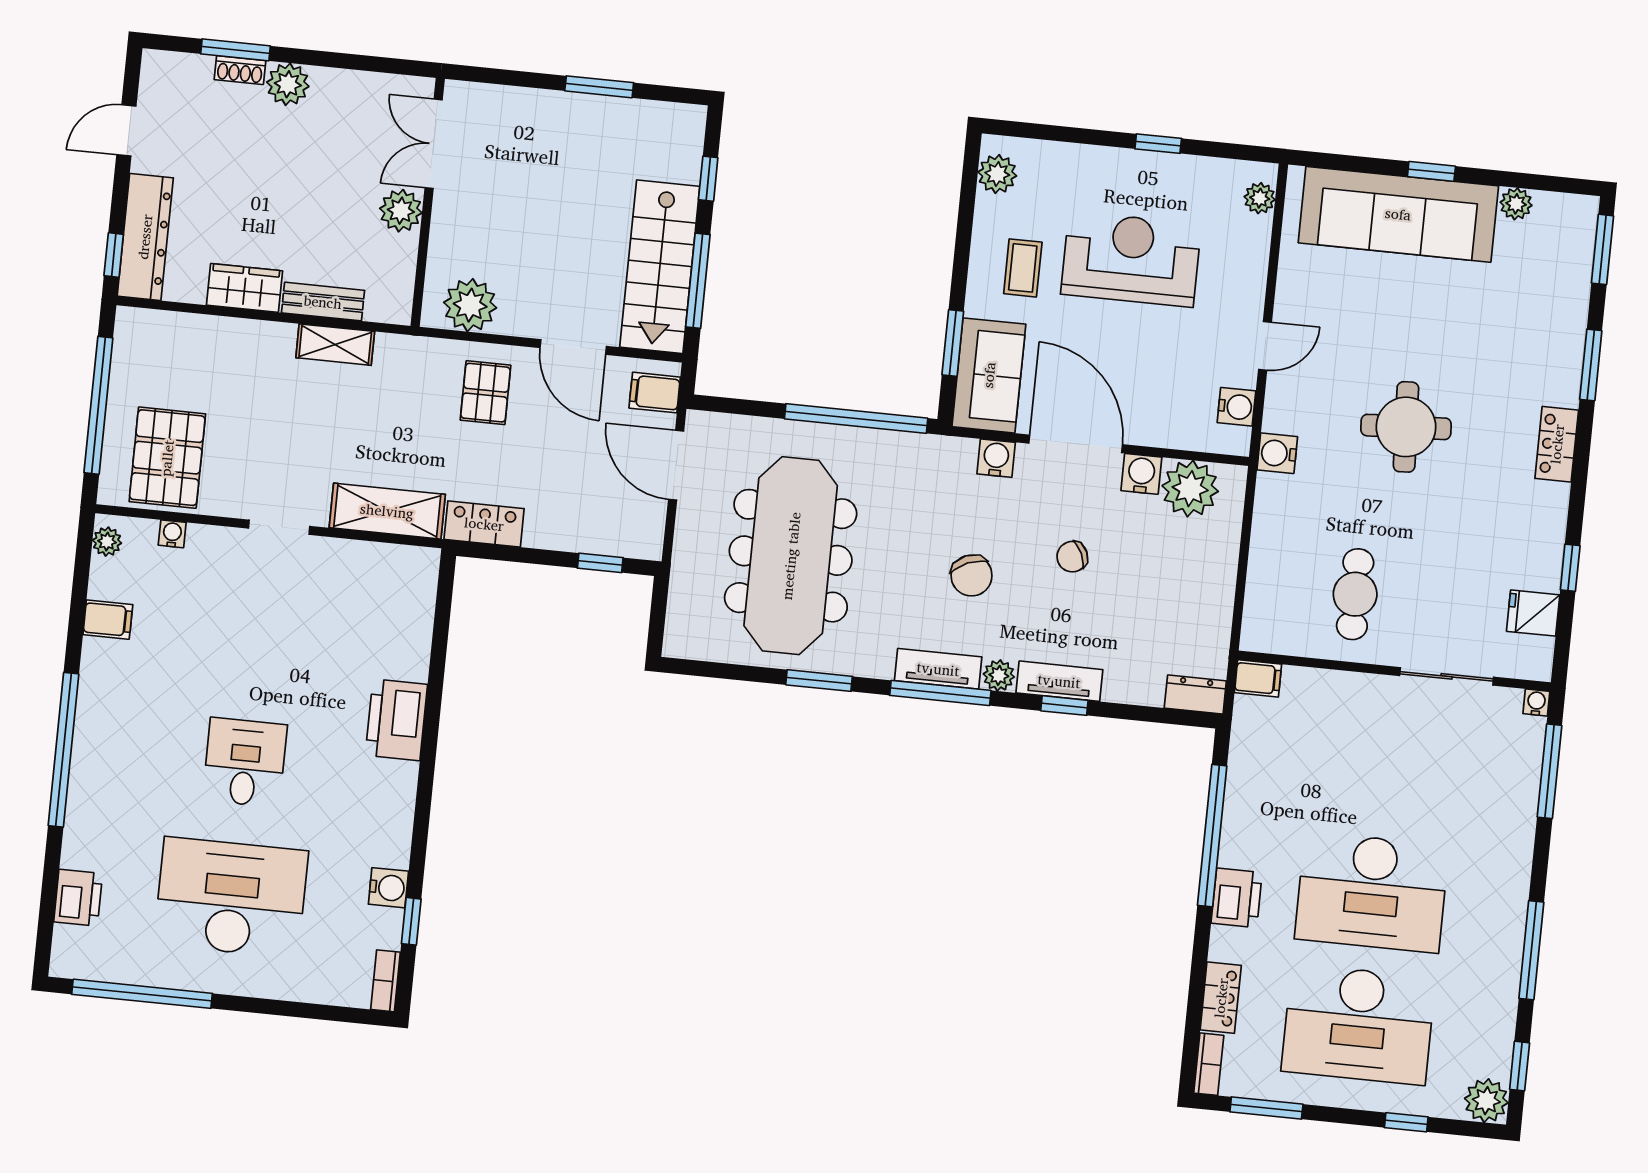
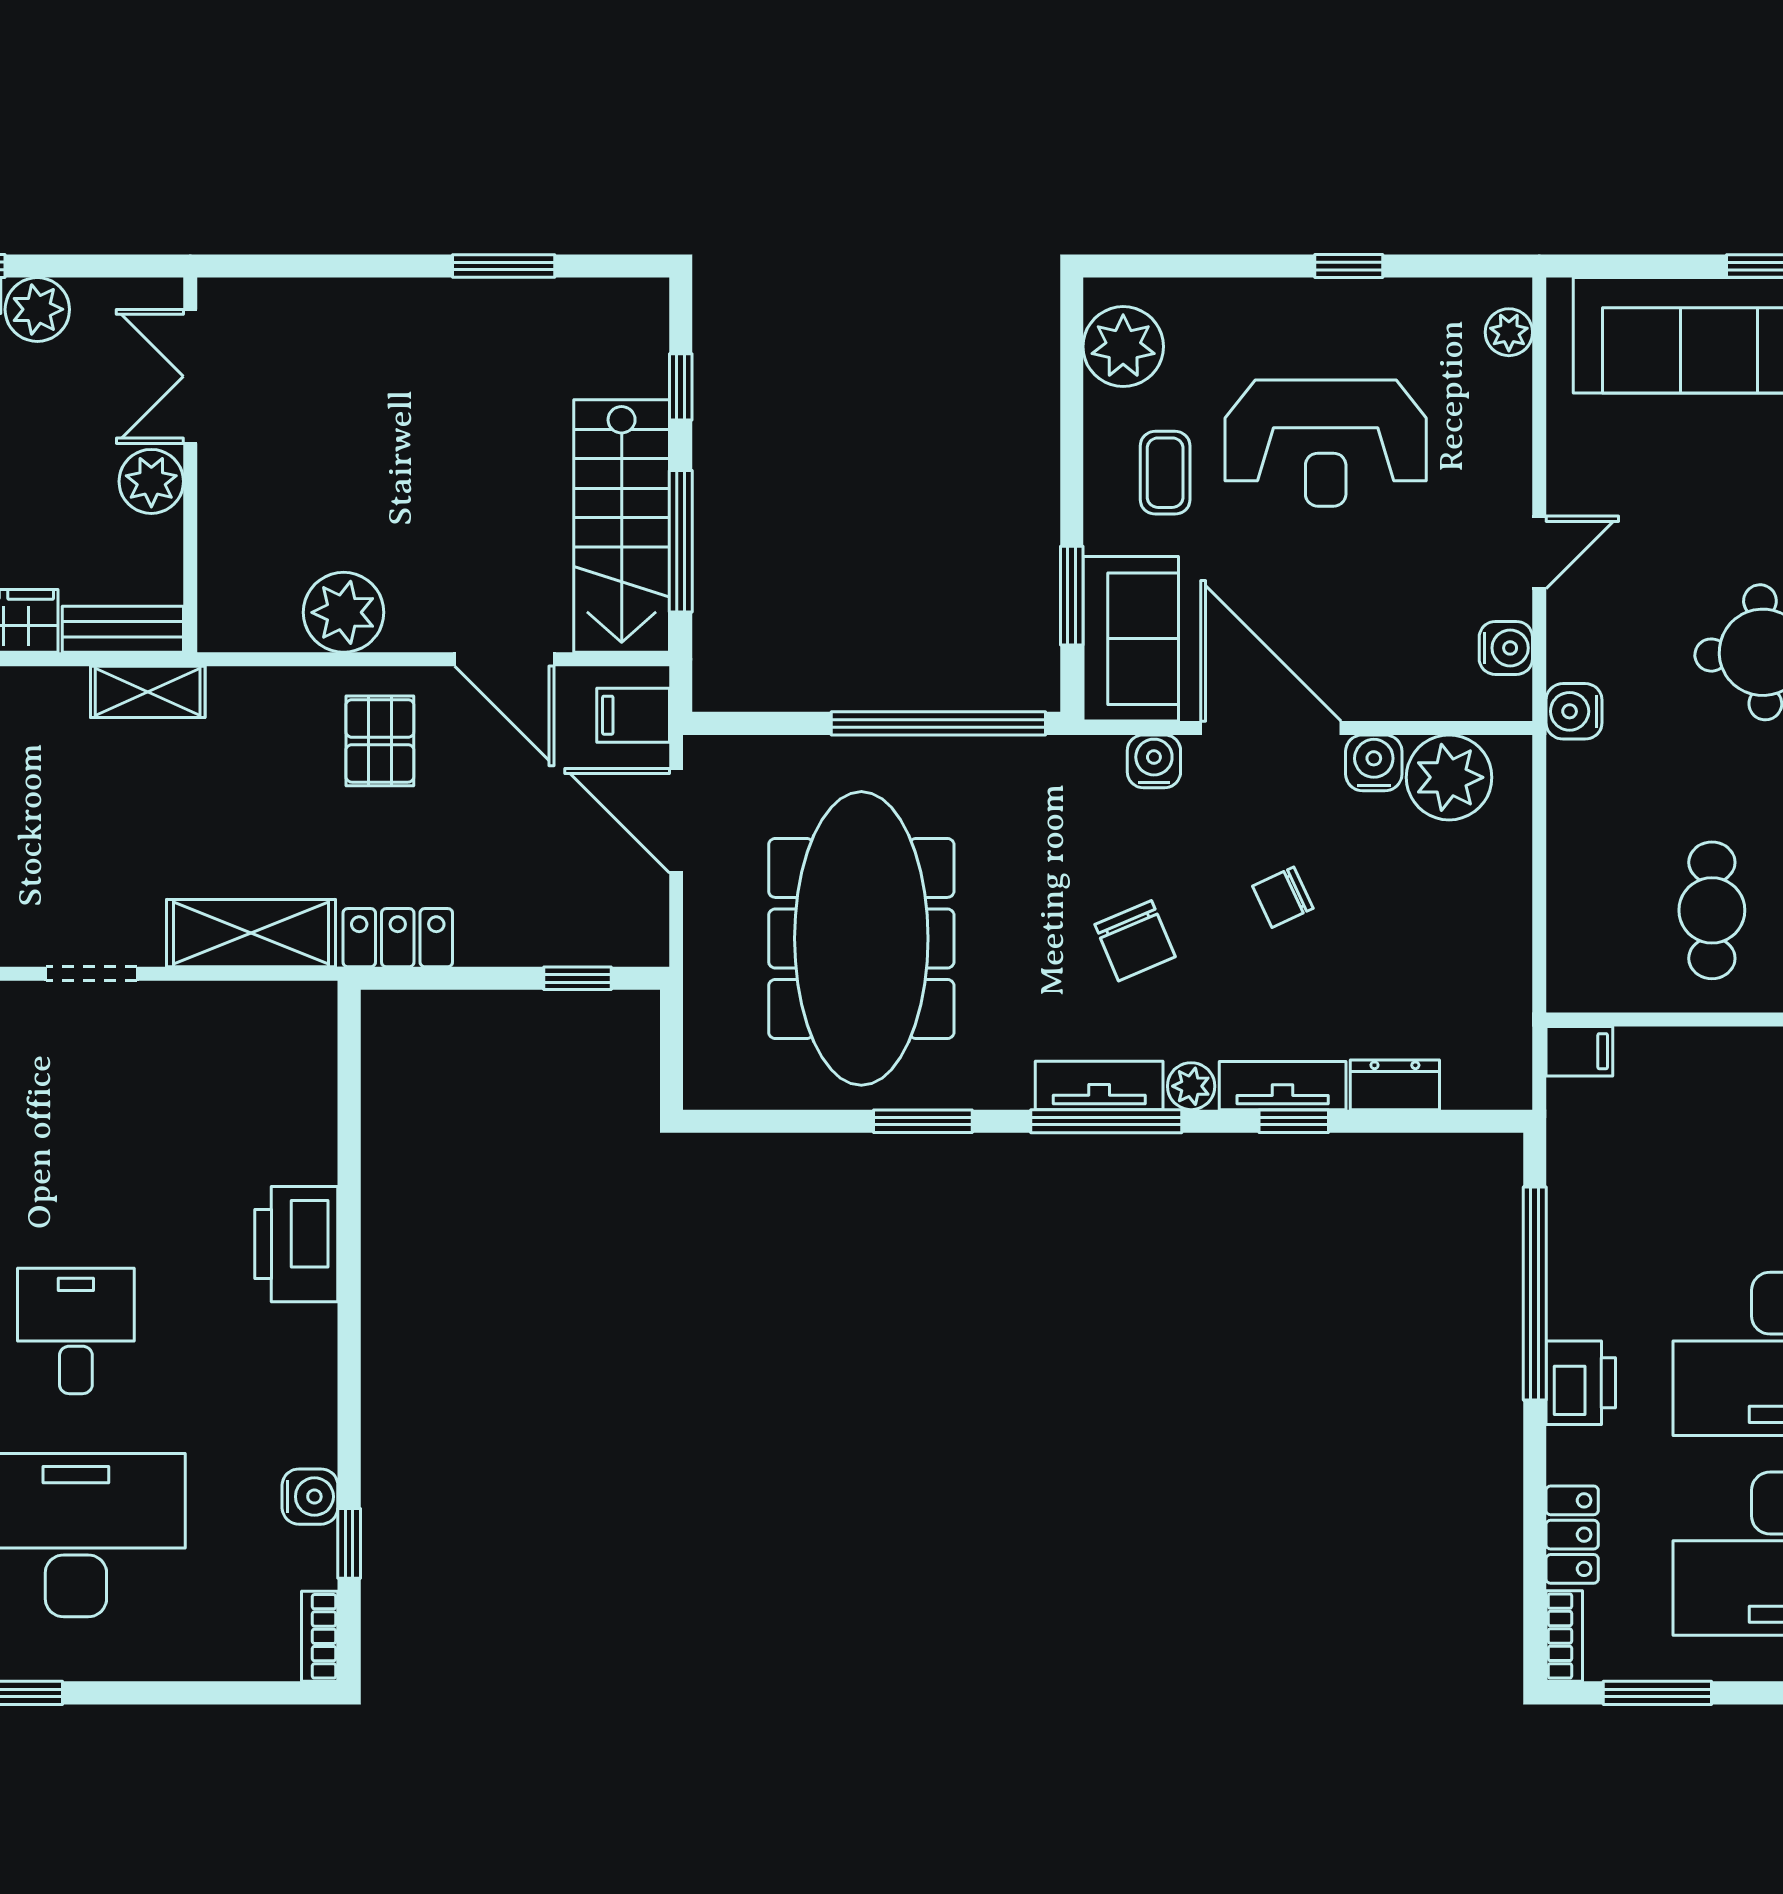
double door: (434, 144) -> (190, 376), moved
plant: (997, 174) -> (1123, 347), width x1.36, depth x1.36
wall: (428, 202) -> (190, 465), moved
plant: (401, 211) -> (151, 481), moved
reception desk: (1131, 259) -> (1326, 443), turned 180
dresser: (1195, 694) -> (1395, 1085), moved

